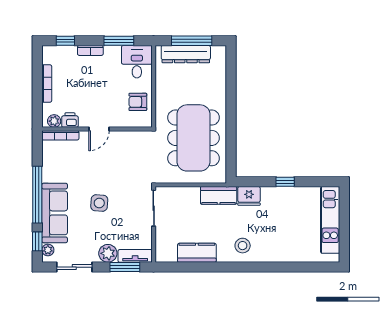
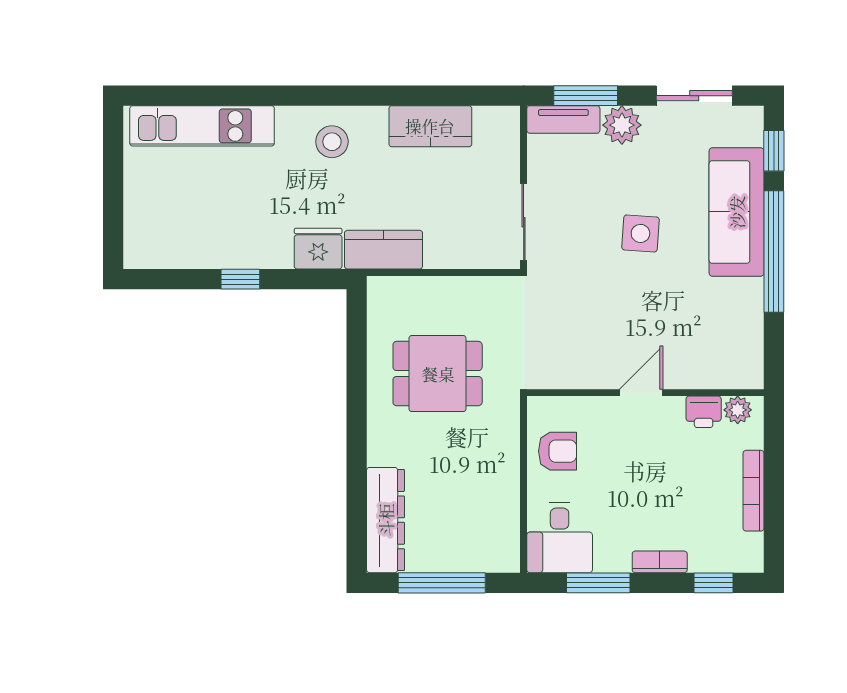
dresser: (186, 54) -> (386, 520), moved, turned 90
bookcase: (60, 135) -> (724, 379), removed
dining table: (194, 138) -> (438, 374), width x0.53, depth x0.80
kitchen unit: (330, 220) -> (202, 126), moved, turned 90
plant: (48, 250) -> (751, 132), removed

